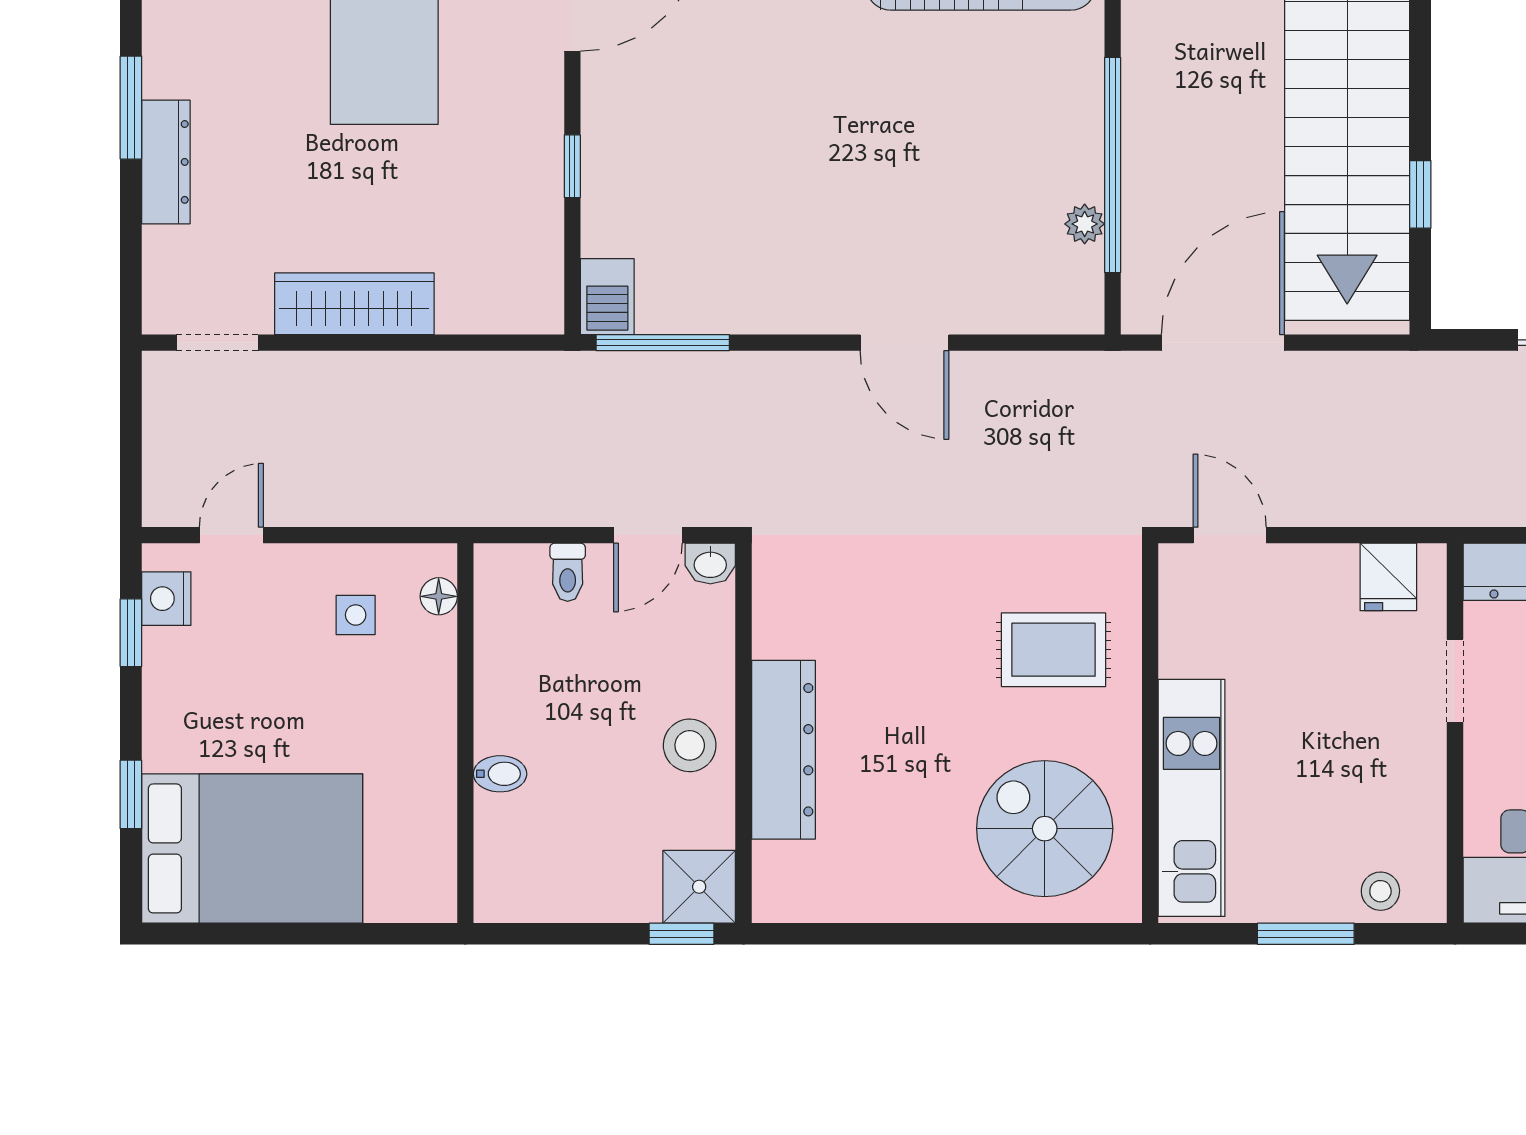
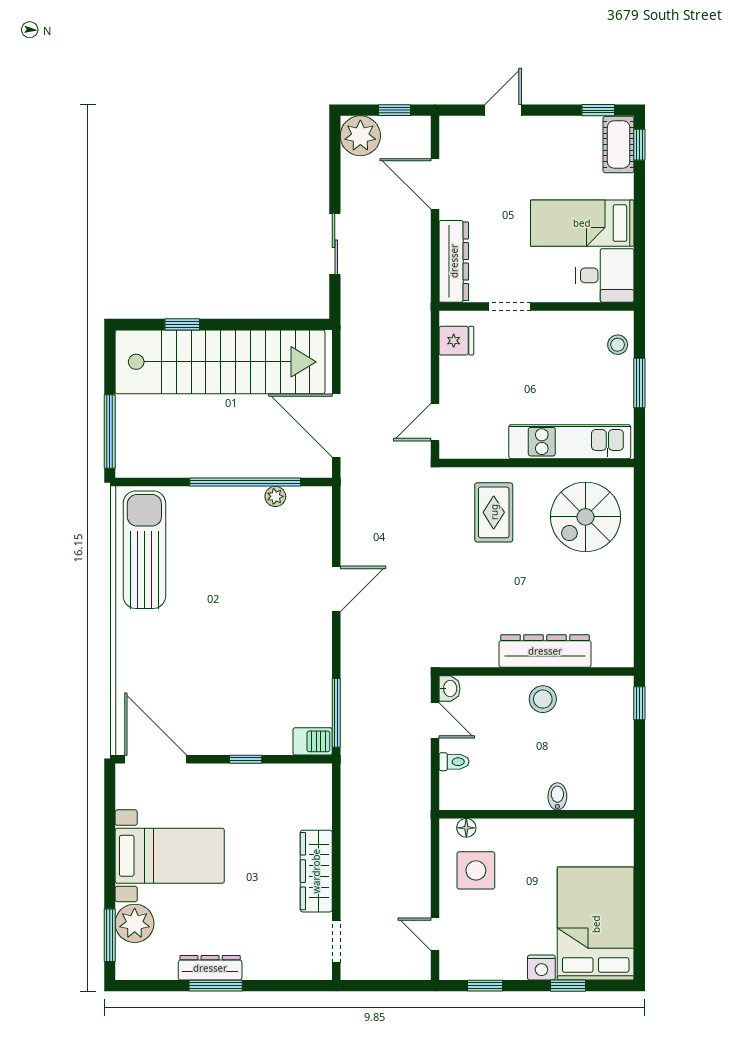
dresser: (166, 162) -> (210, 968), moved
window: (1420, 194) -> (182, 324), moved
nightstand: (166, 599) -> (541, 968), moved
side table: (356, 615) -> (476, 870), width x1.87, depth x1.87
shower: (699, 887) -> (615, 694), removed

